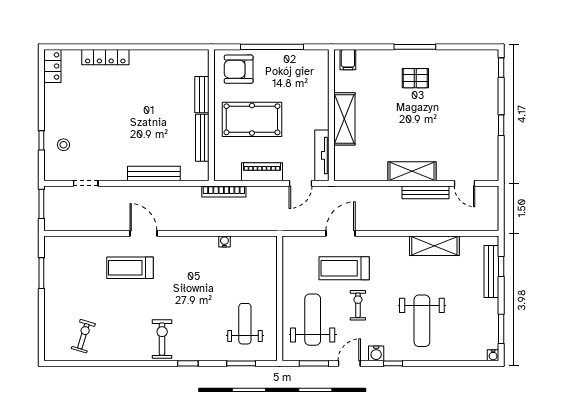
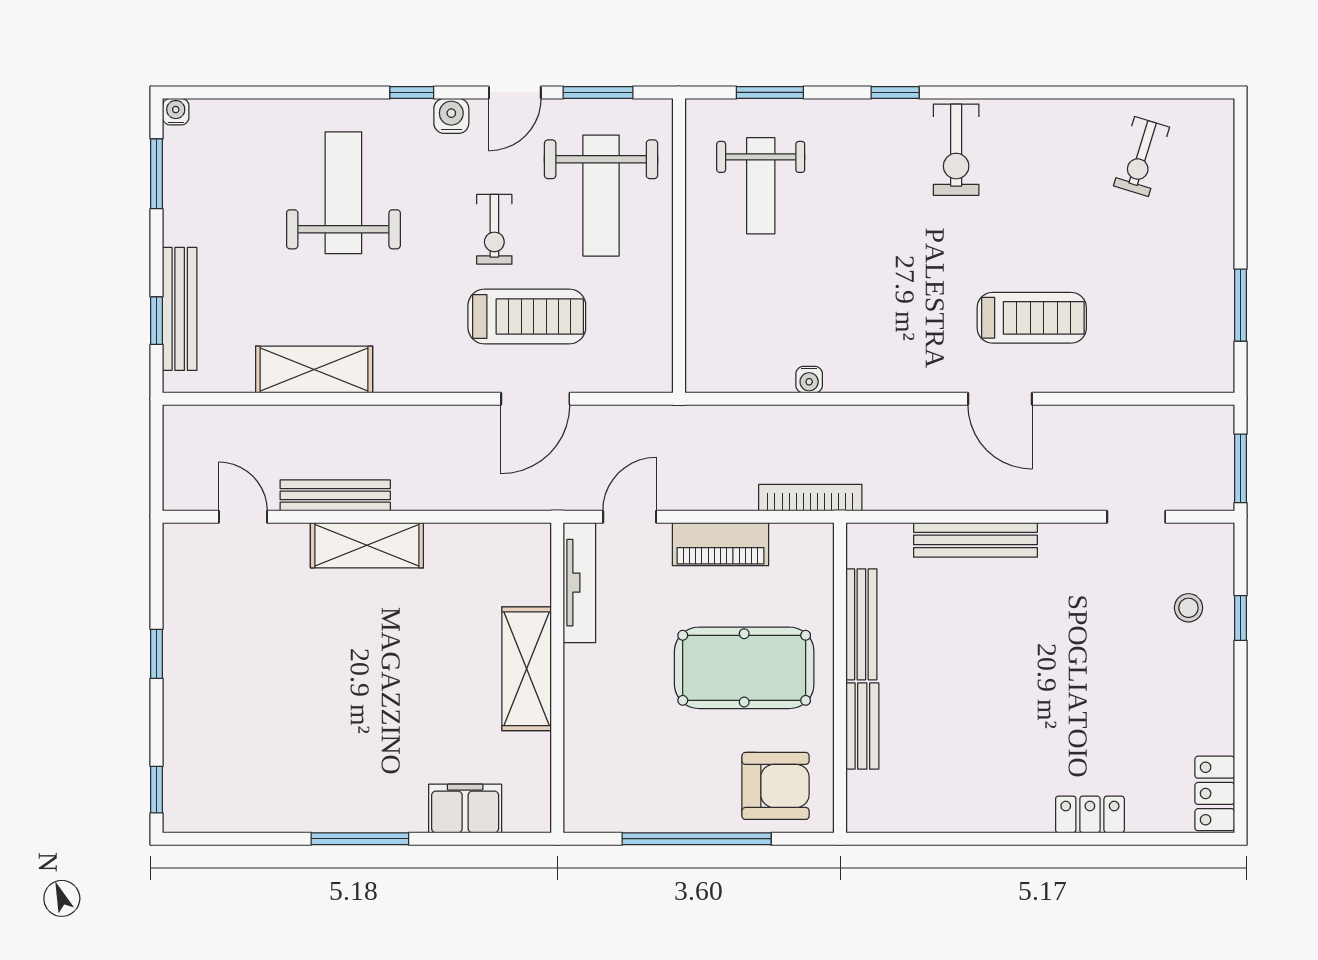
locker: (105, 57) -> (1090, 814), width x0.66
filing cabinet: (348, 60) -> (465, 809), moved, width x2.00
pallet: (415, 78) -> (359, 765), removed

